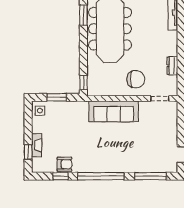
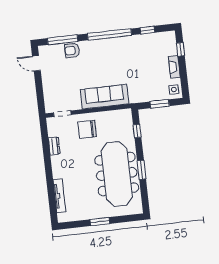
window: (83, 15) -> (142, 170), moved
window: (83, 83) -> (137, 131), moved
fireplace: (37, 145) -> (174, 67), moved
armchair: (64, 164) -> (72, 50), moved

